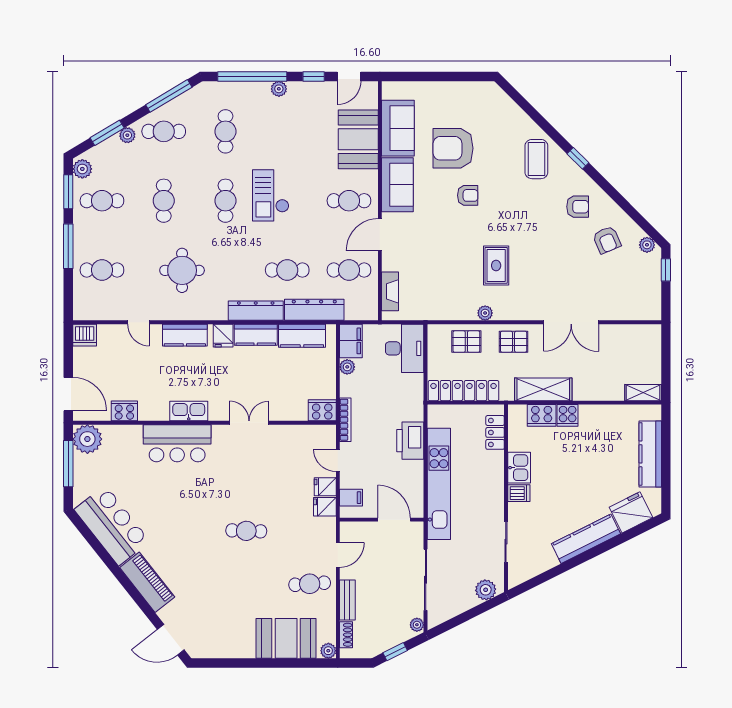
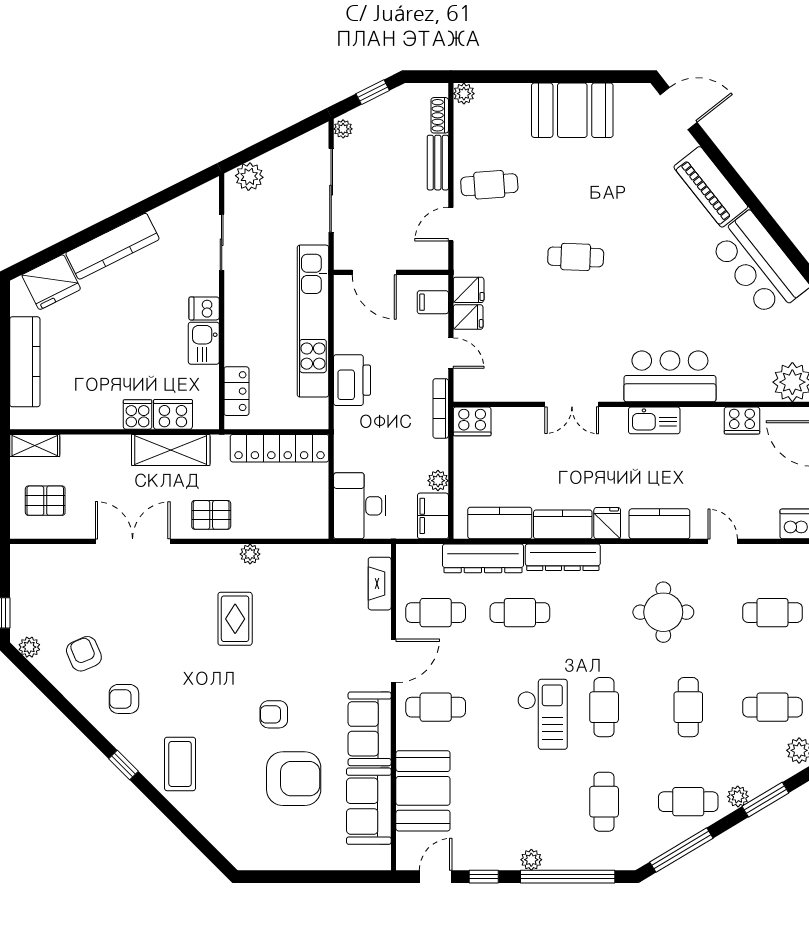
pallet: (466, 342) -> (45, 501), moved
booth: (286, 638) -> (572, 110), moved

